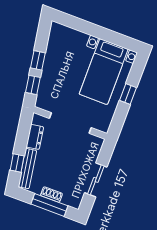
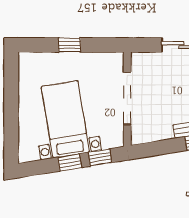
bed with nightstands: (104, 72) -> (65, 119), moved, turned -99
dresser: (35, 137) -> (158, 133), removed

